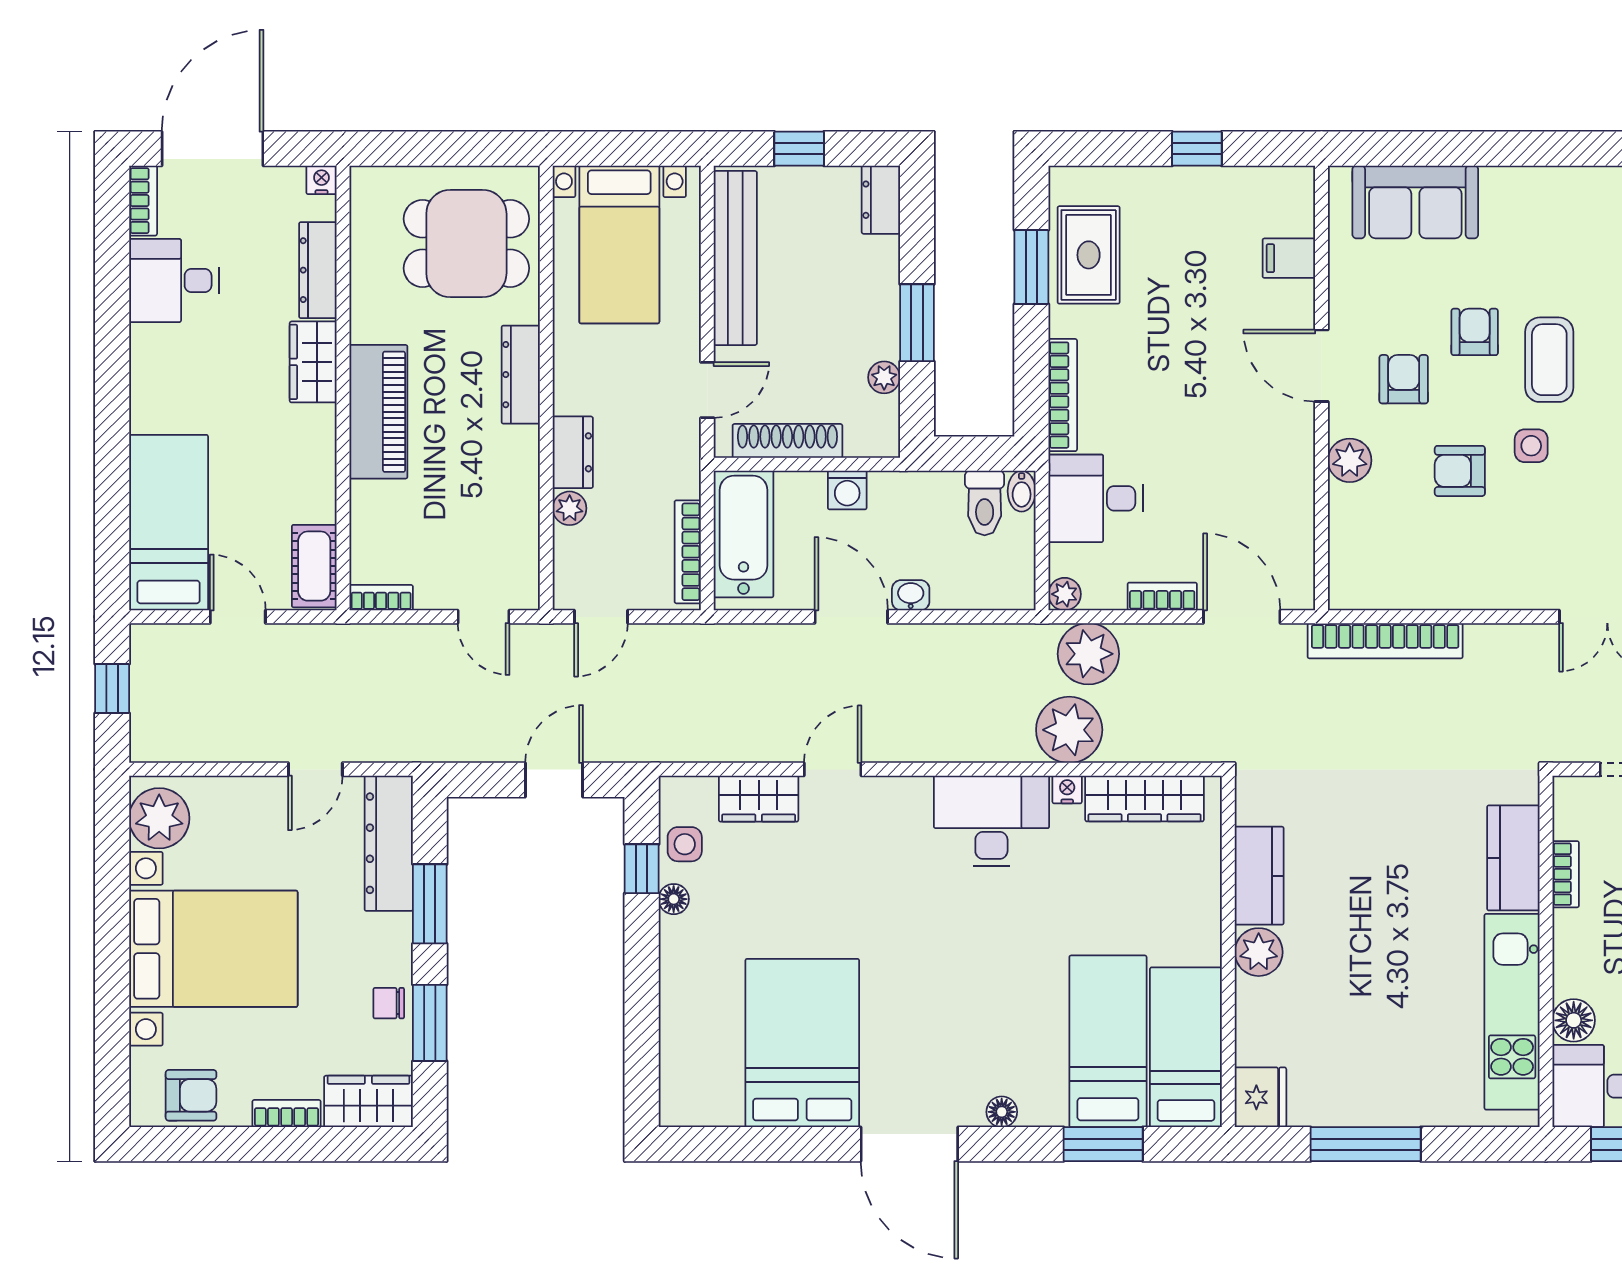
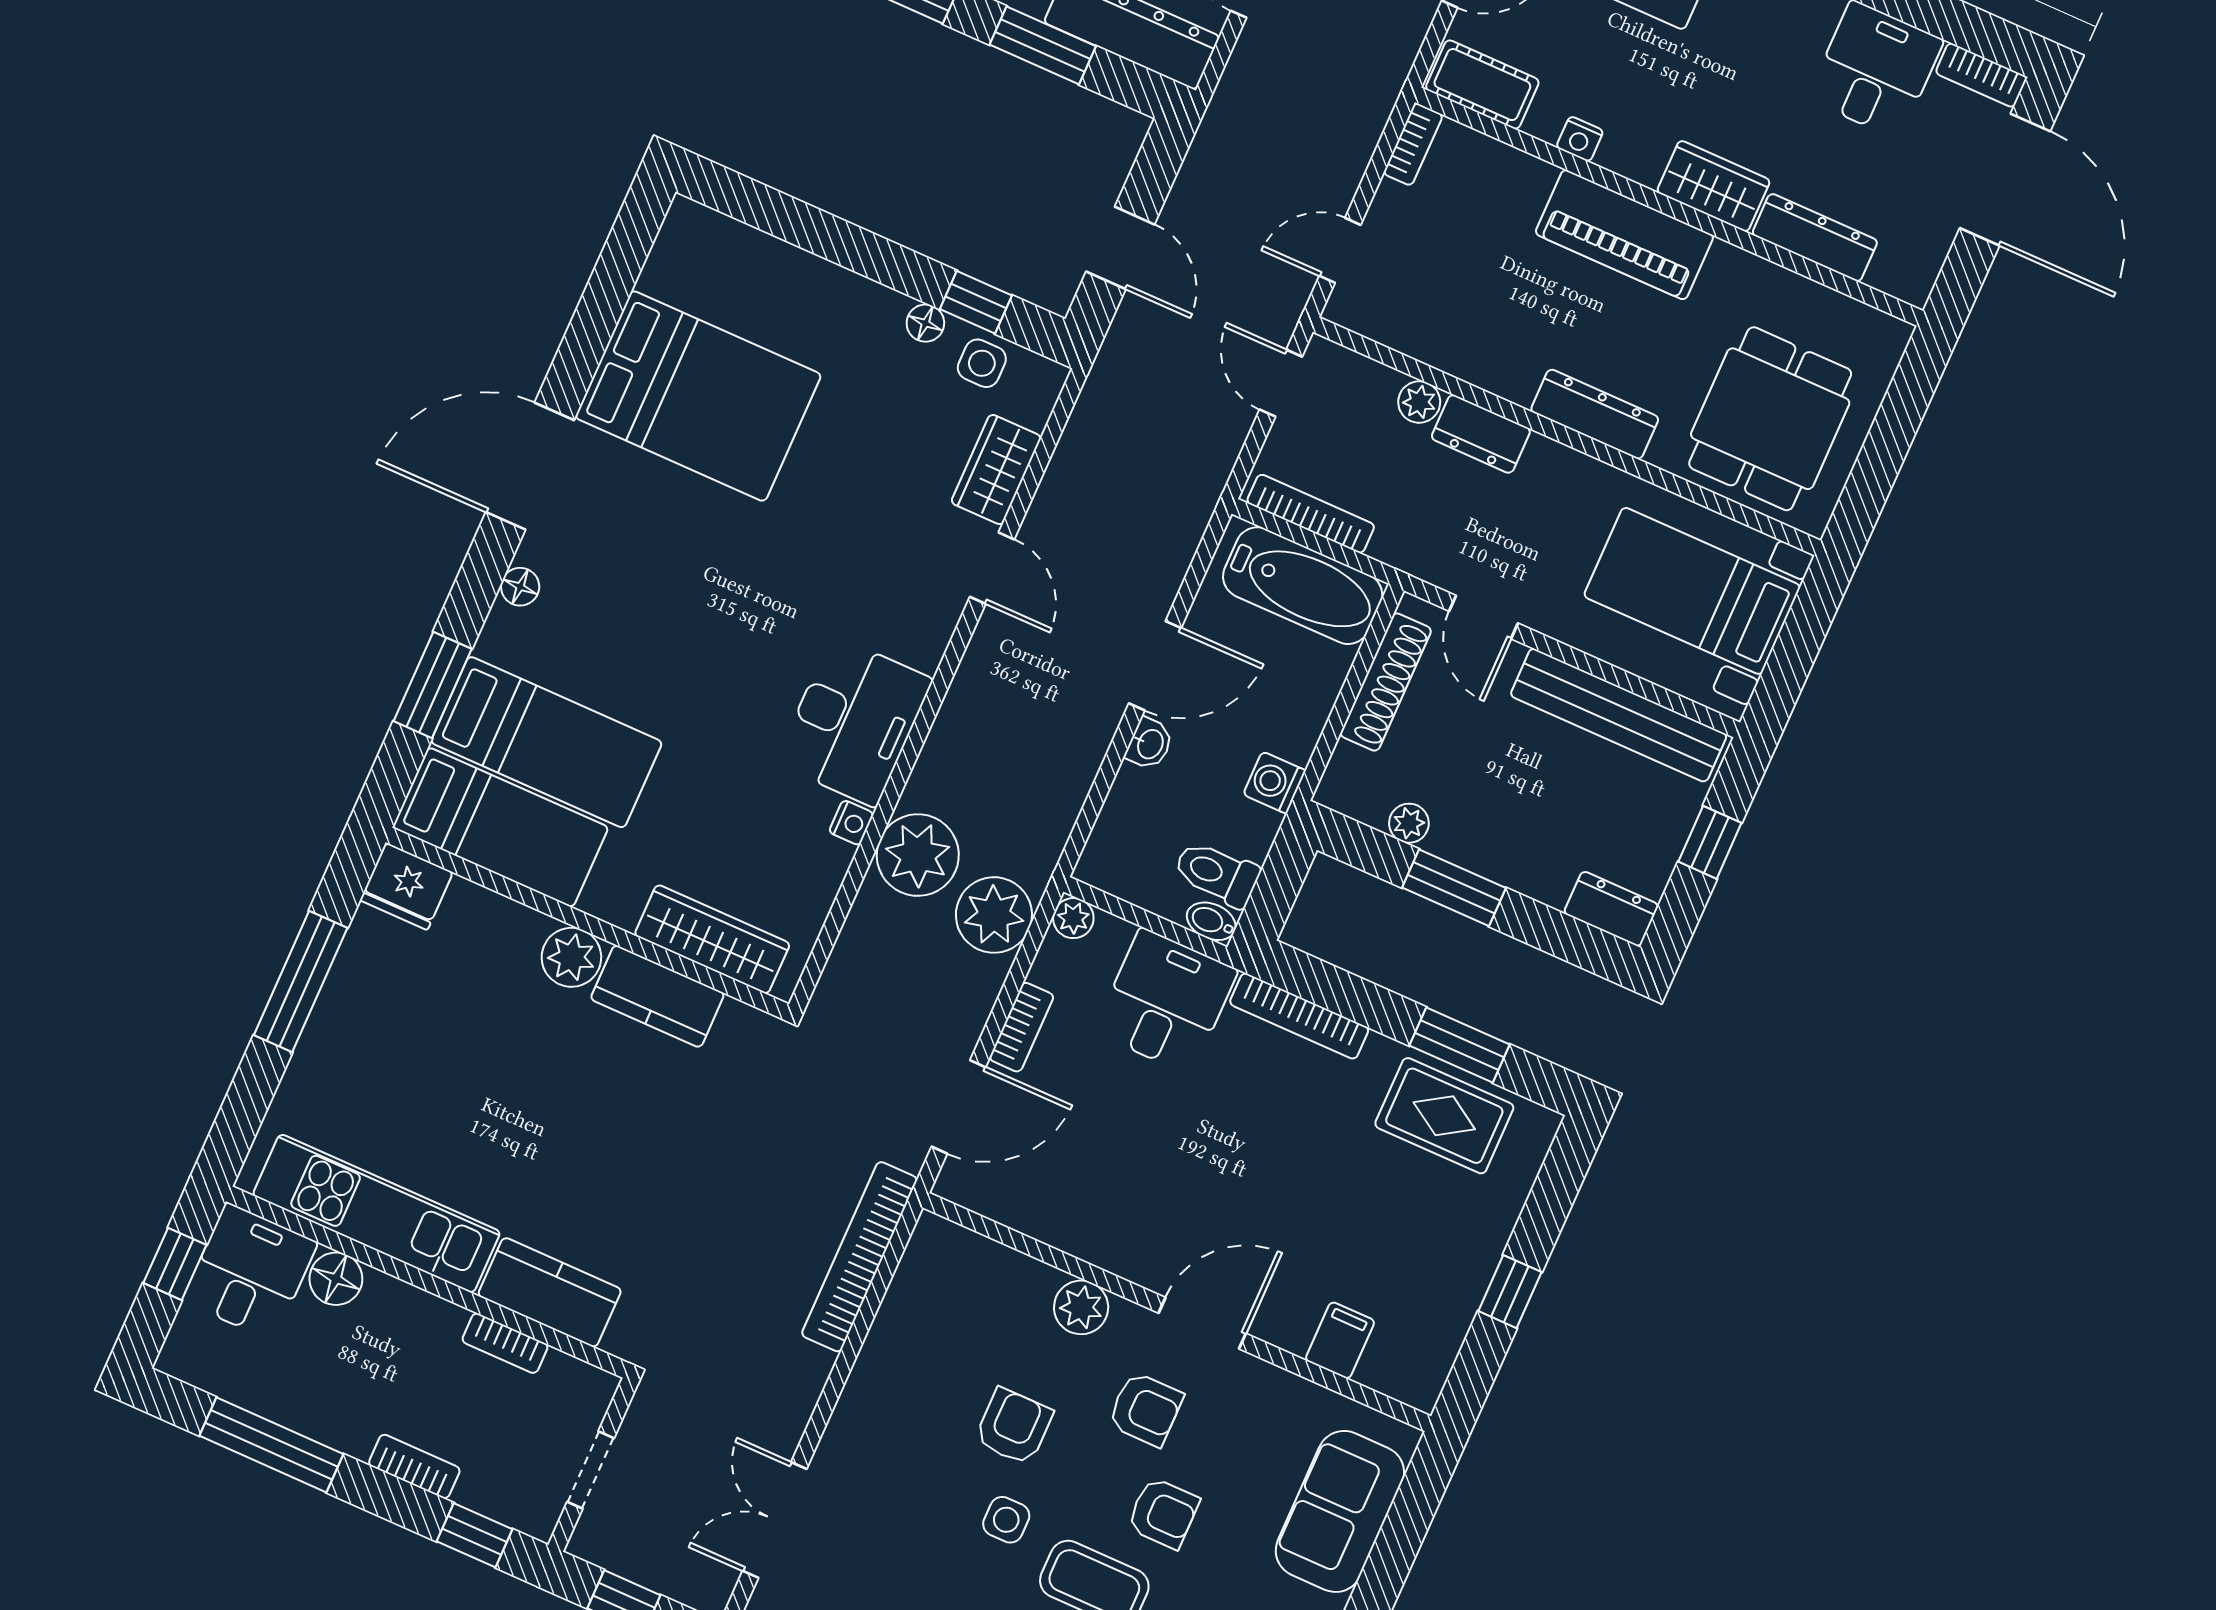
nightstand: (321, 180) -> (1580, 139), moved, turned 90
washing machine: (847, 490) -> (1275, 783), moved
wardrobe: (1145, 799) -> (712, 939), moved, turned 90

